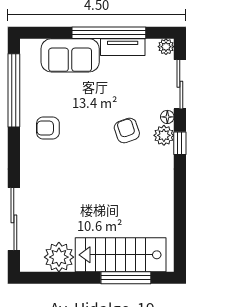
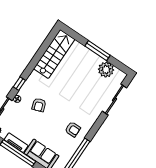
plant: (164, 135) -> (24, 92), removed
stairs: (121, 255) -> (54, 54), moved, turned -90
window: (126, 278) -> (97, 51), moved

